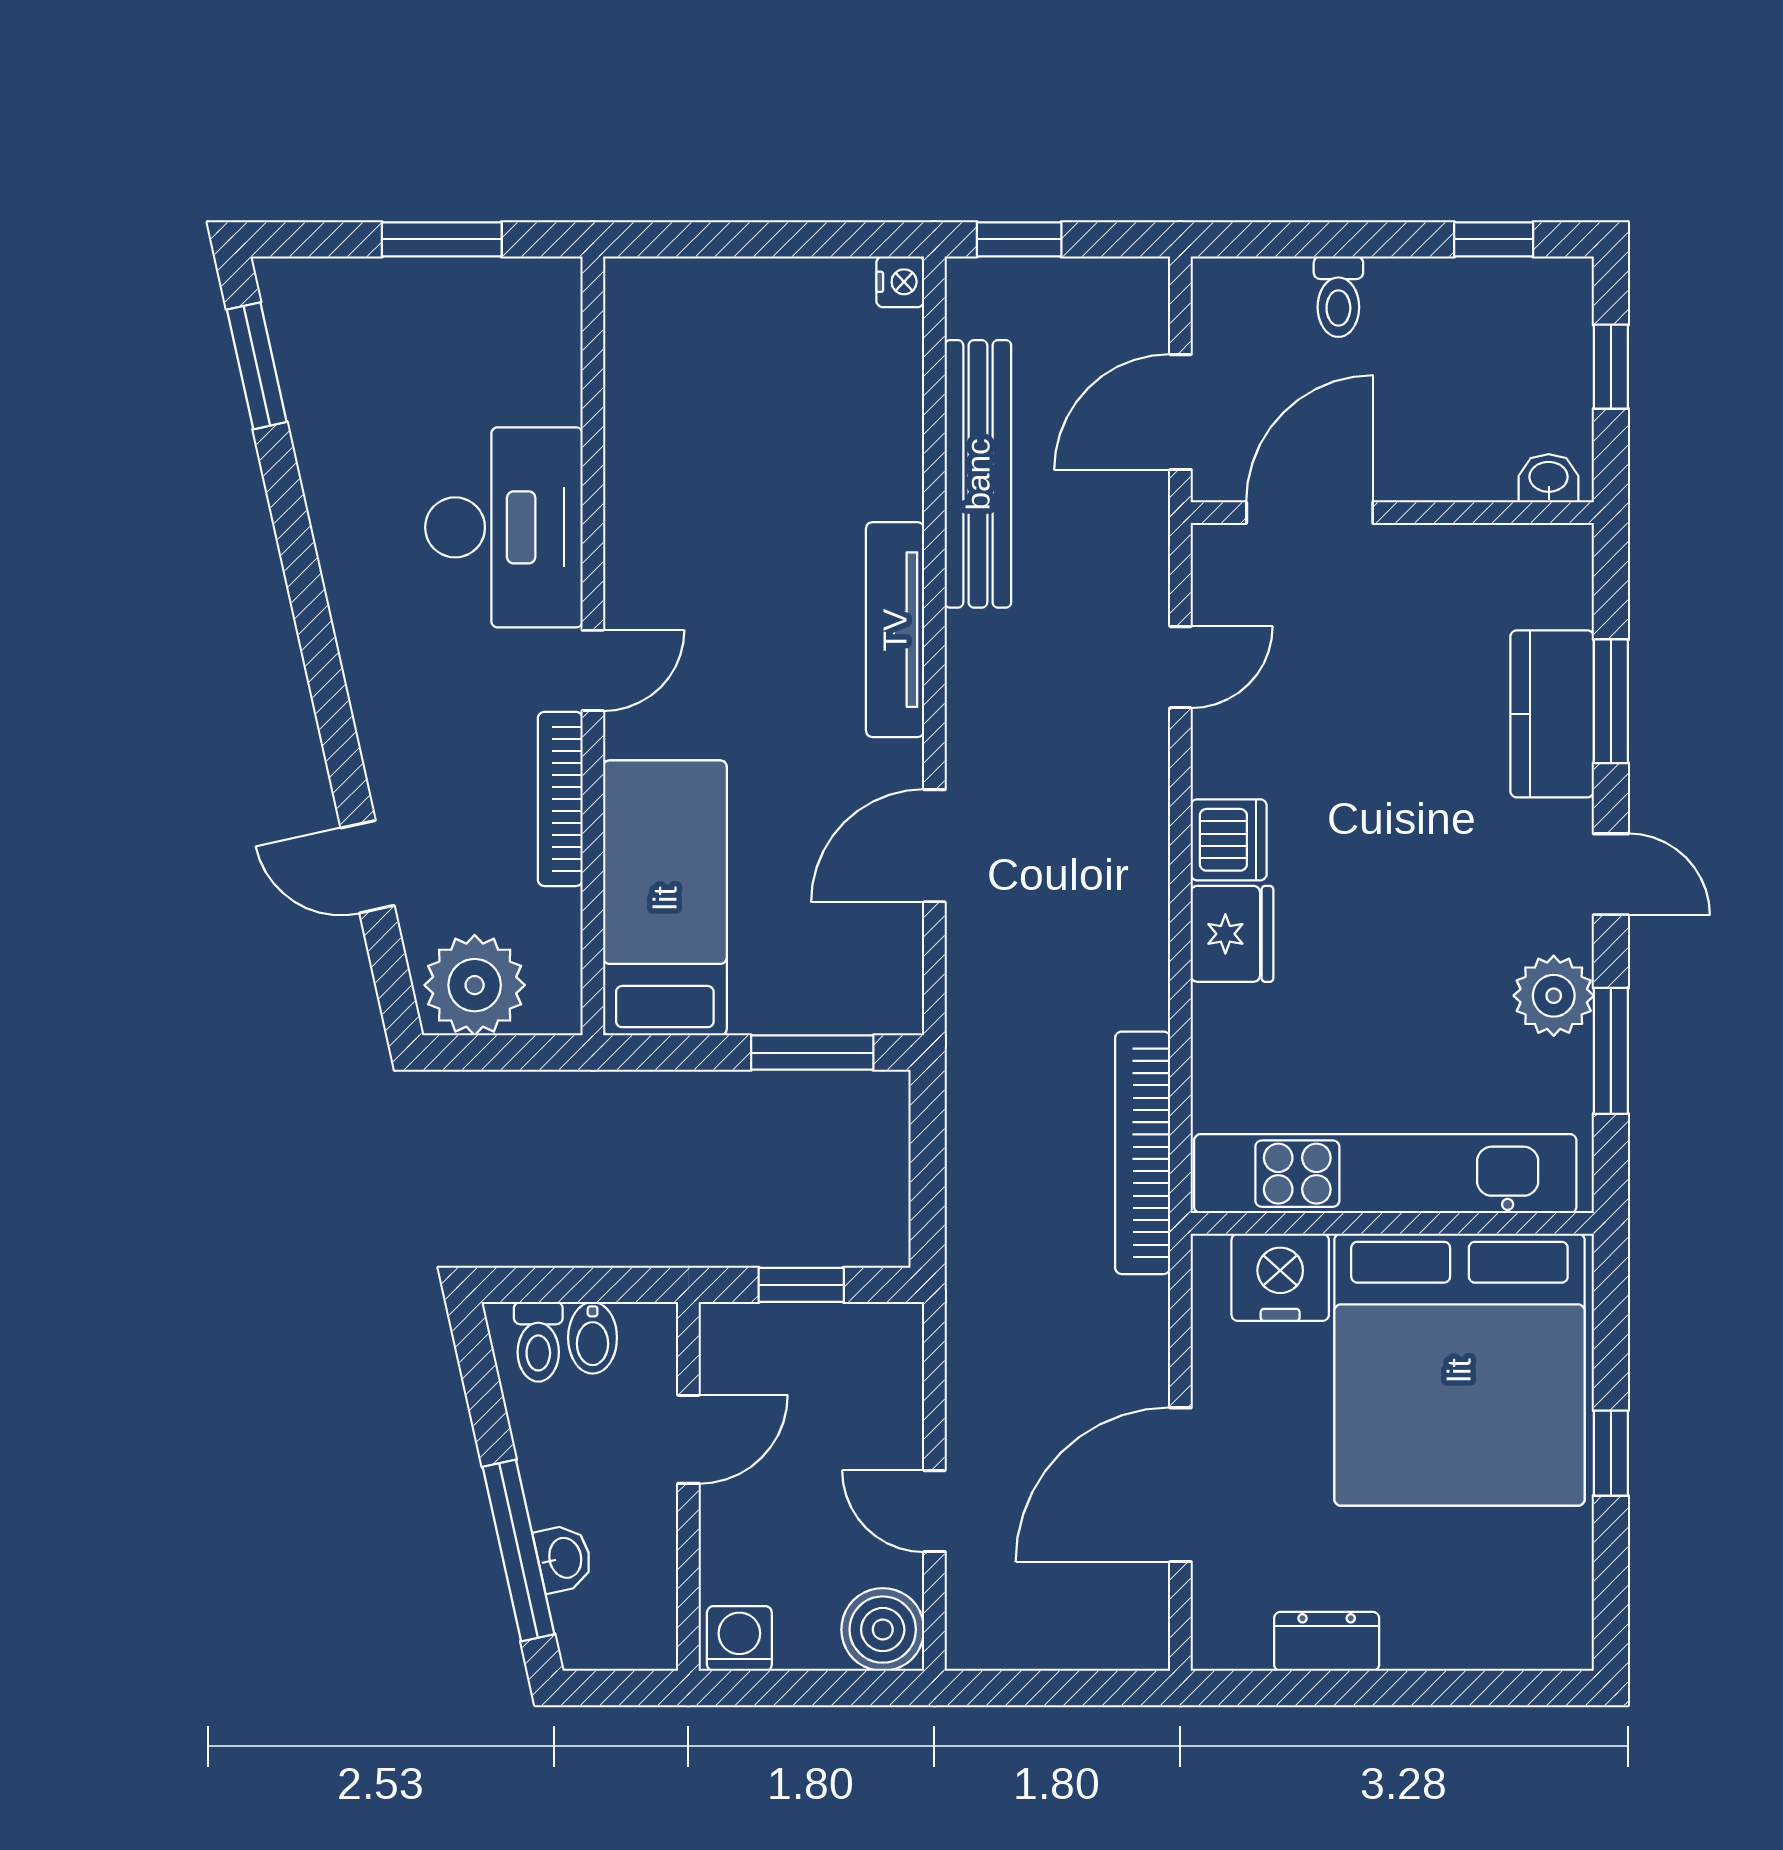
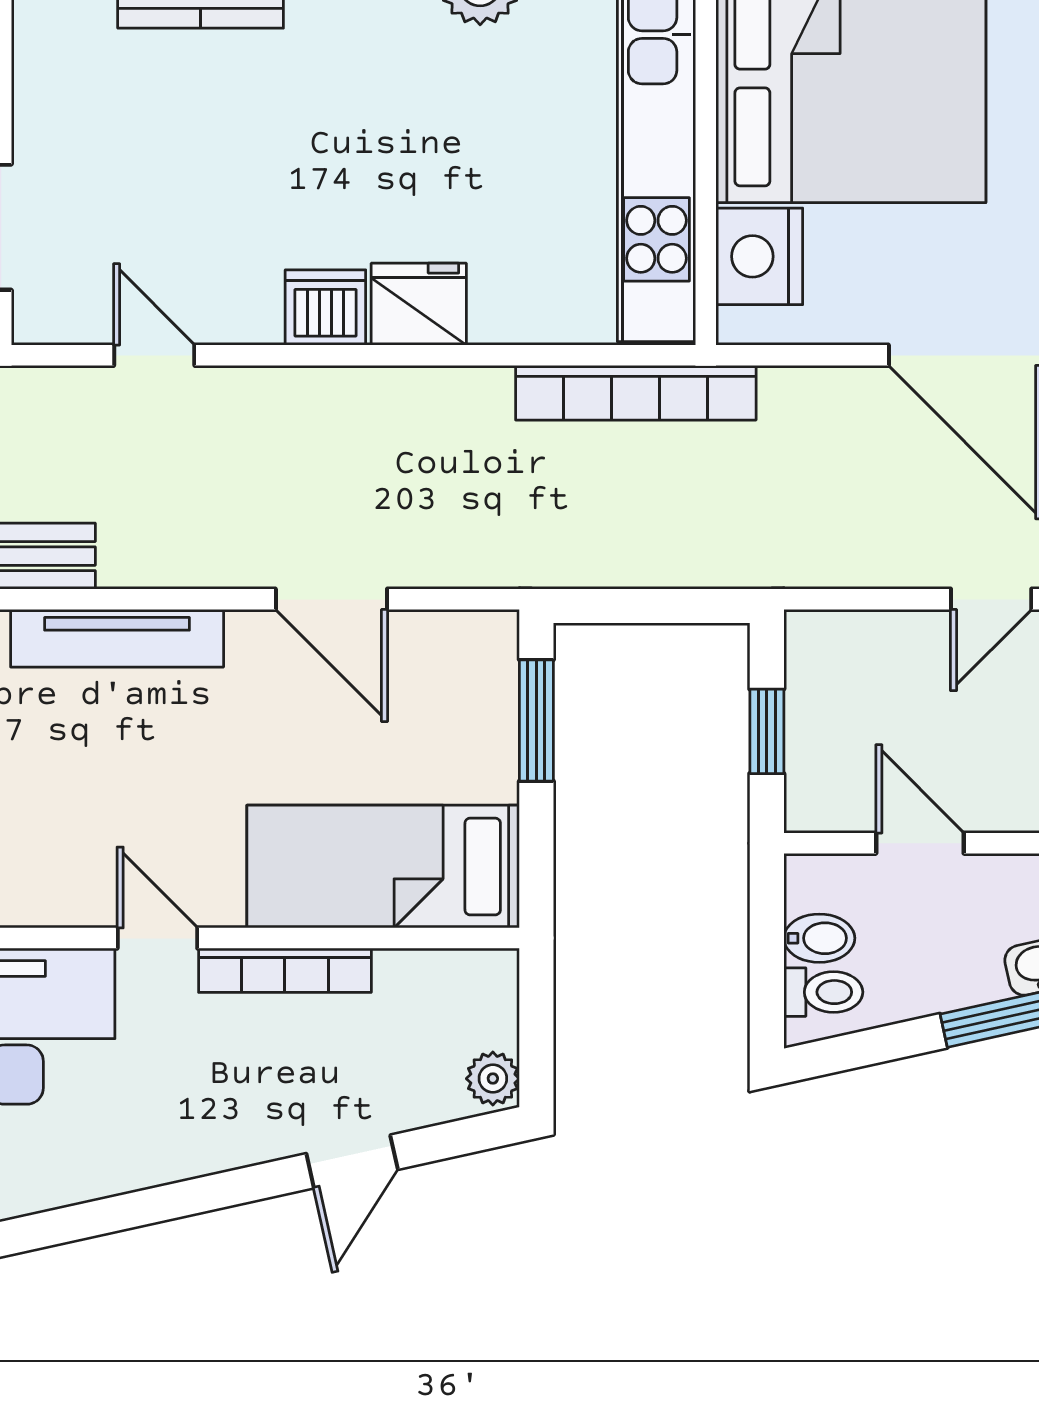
plant: (475, 985) -> (493, 1079), width x0.53, depth x0.53

